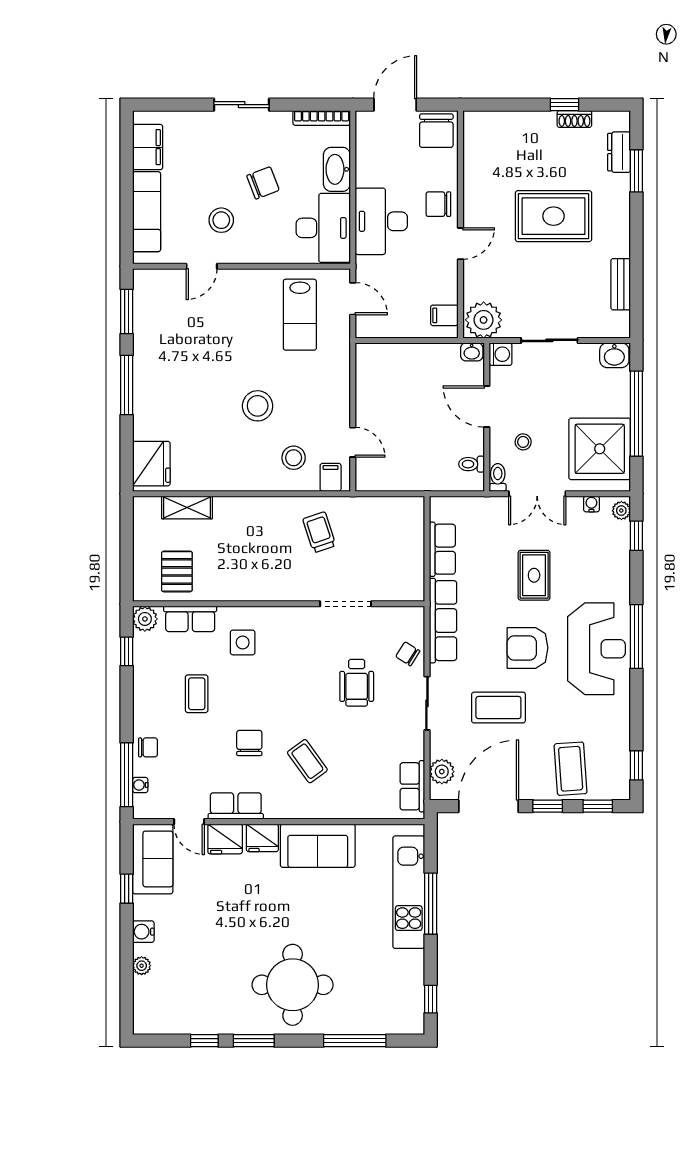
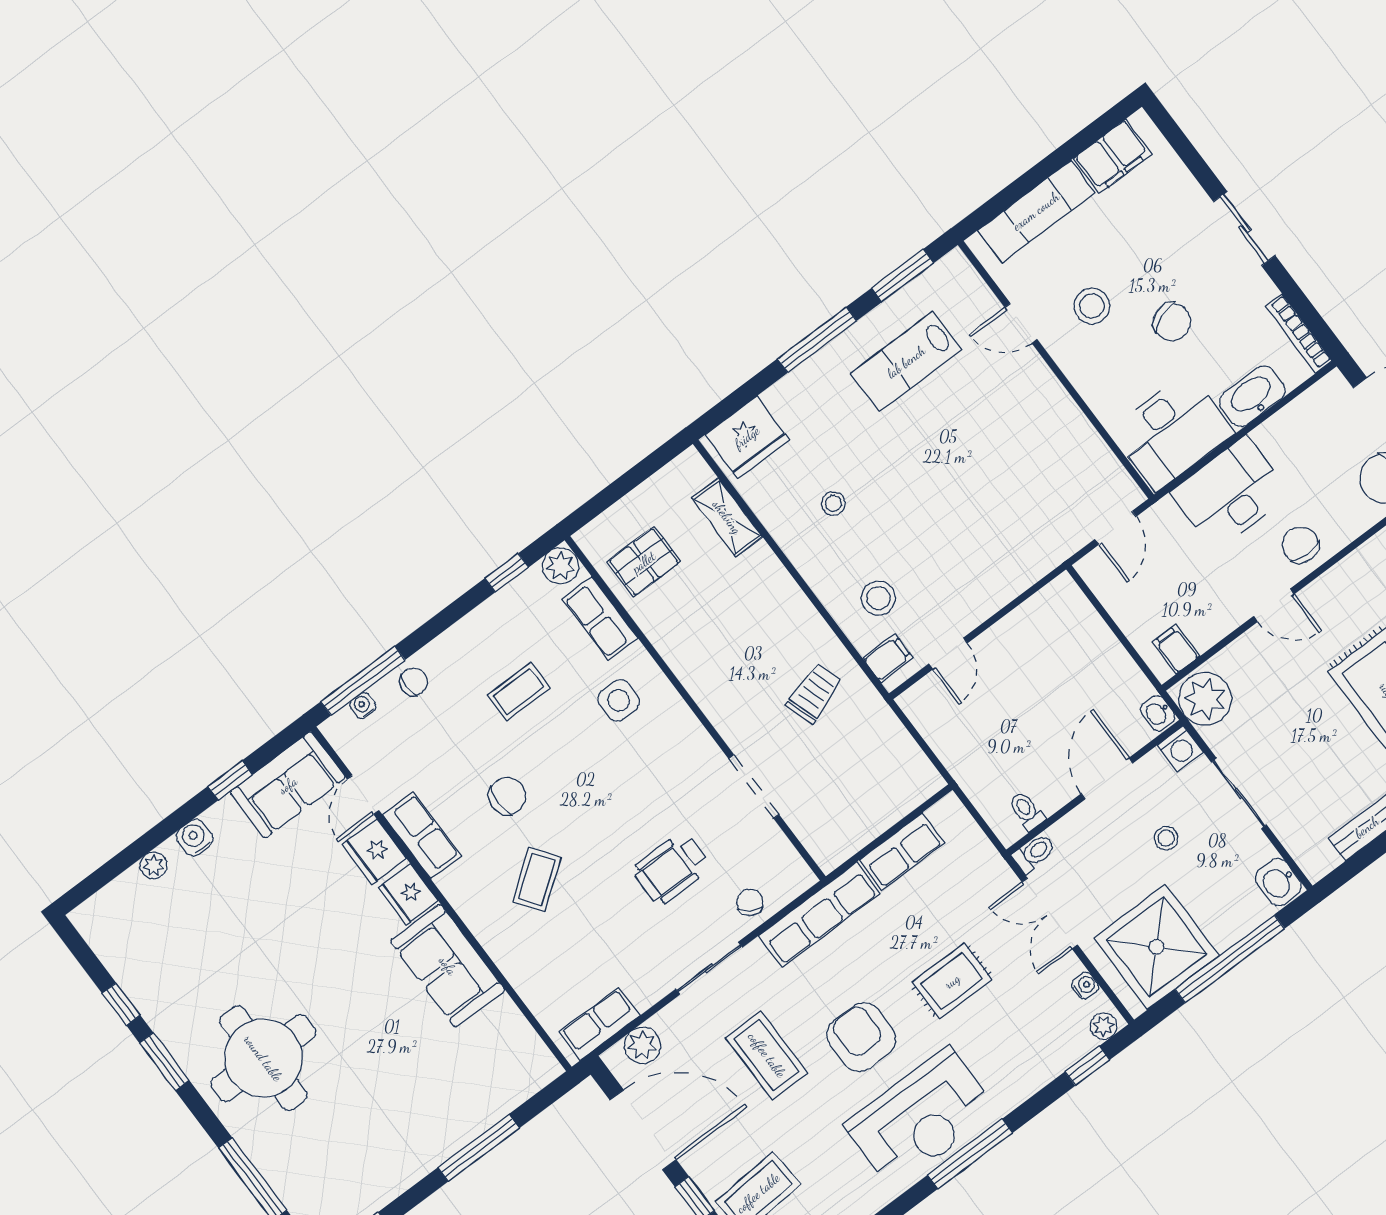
lab bench: (300, 315) -> (906, 362), moved
stool: (258, 406) -> (833, 504), moved, width x0.53, depth x0.53
stool: (523, 442) -> (1166, 838), moved
chair: (148, 747) -> (414, 682), turned -90
kitchen unit: (409, 892) -> (473, 1112), removed

